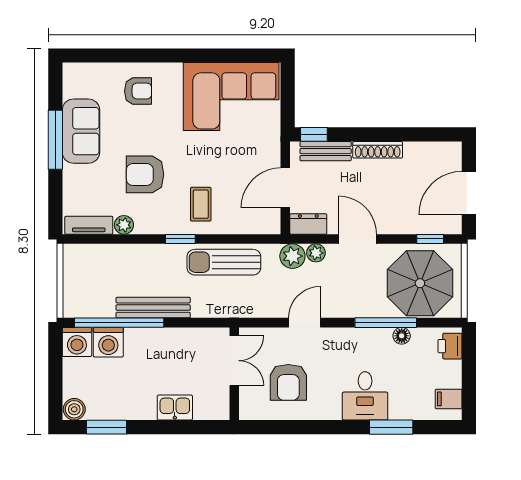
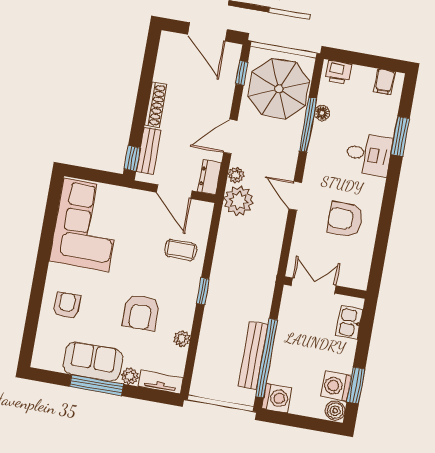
plant: (72, 175) -> (130, 376), added
coffee table: (201, 204) -> (181, 250), moved
tv unit: (89, 225) -> (161, 382), moved, turned 90
plant: (292, 256) -> (238, 201), width x1.36, depth x1.36
sun lounger: (224, 262) -> (230, 257), removed
bench: (153, 308) -> (253, 355), moved
washing machine: (108, 342) -> (336, 386), moved, turned 180
double door: (234, 361) -> (314, 286), moved
wall: (234, 374) -> (325, 288), moved
armchair: (288, 382) -> (345, 219), turned 180

